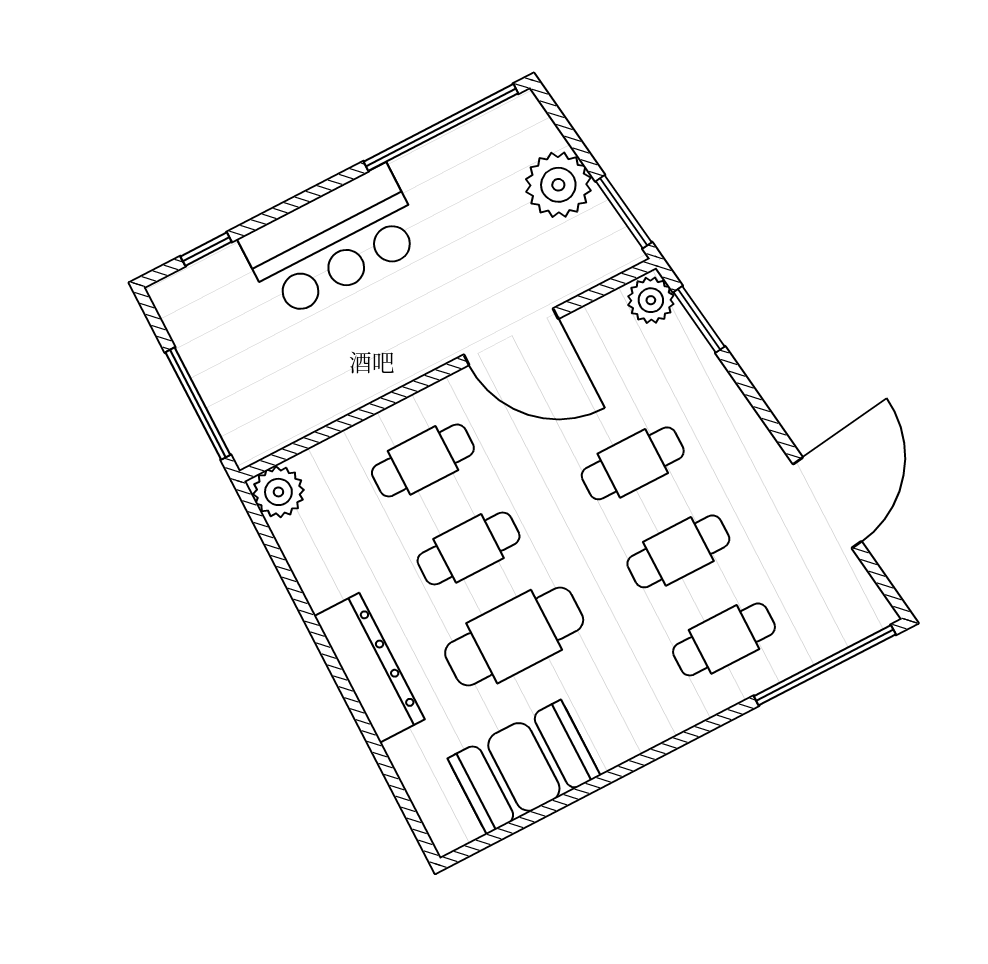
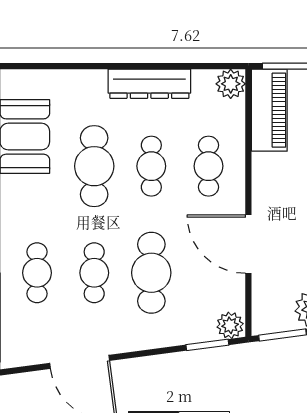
door: (511, 337) -> (248, 244), hinge flipped
piano: (288, 411) -> (269, 110), added
cafe table: (633, 463) -> (151, 273), width x1.37, depth x1.35
dresser: (369, 668) -> (149, 84), moved

